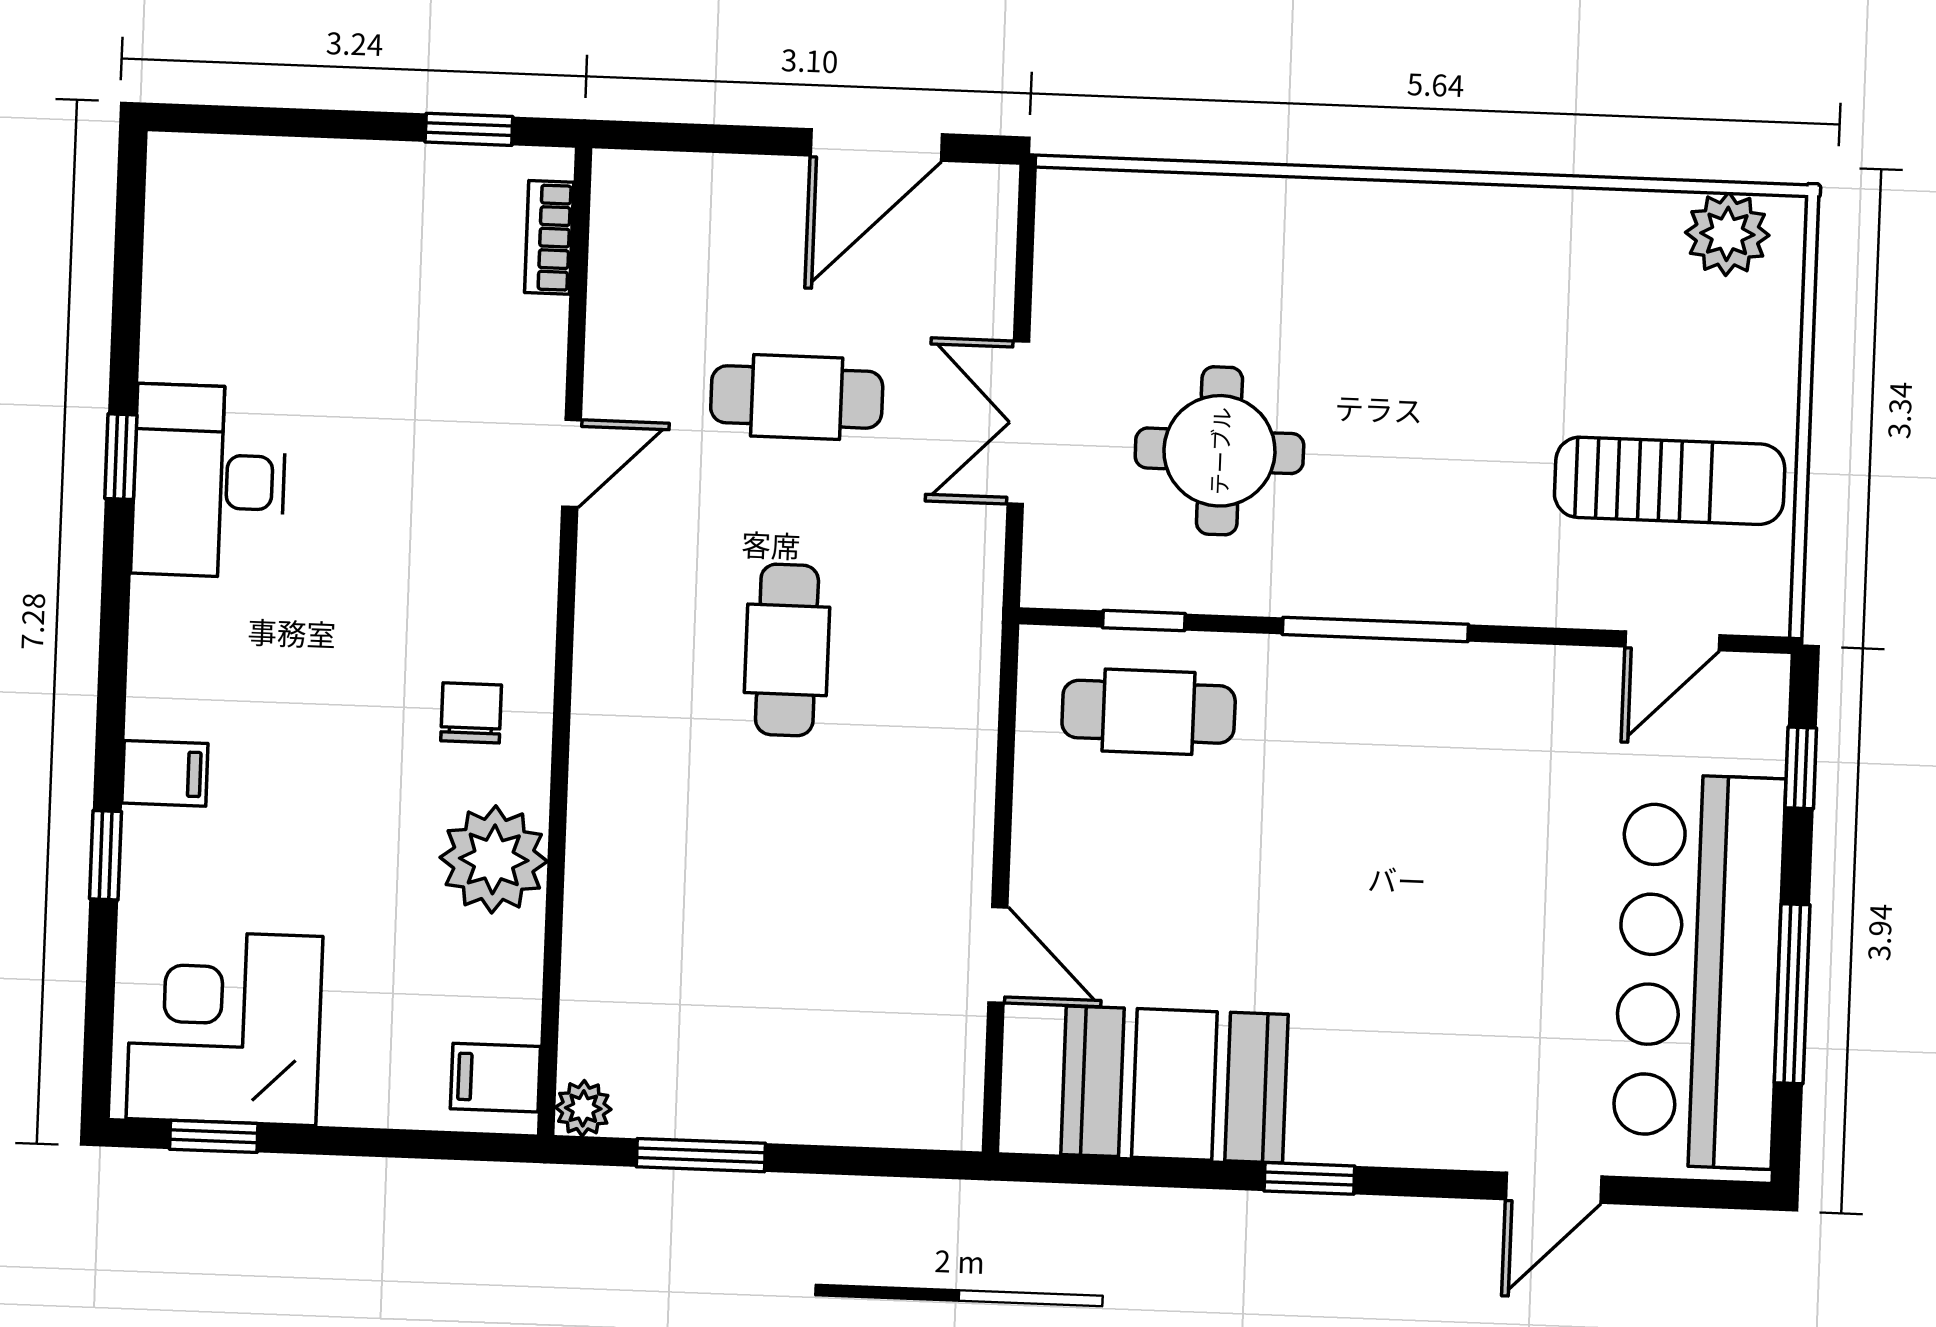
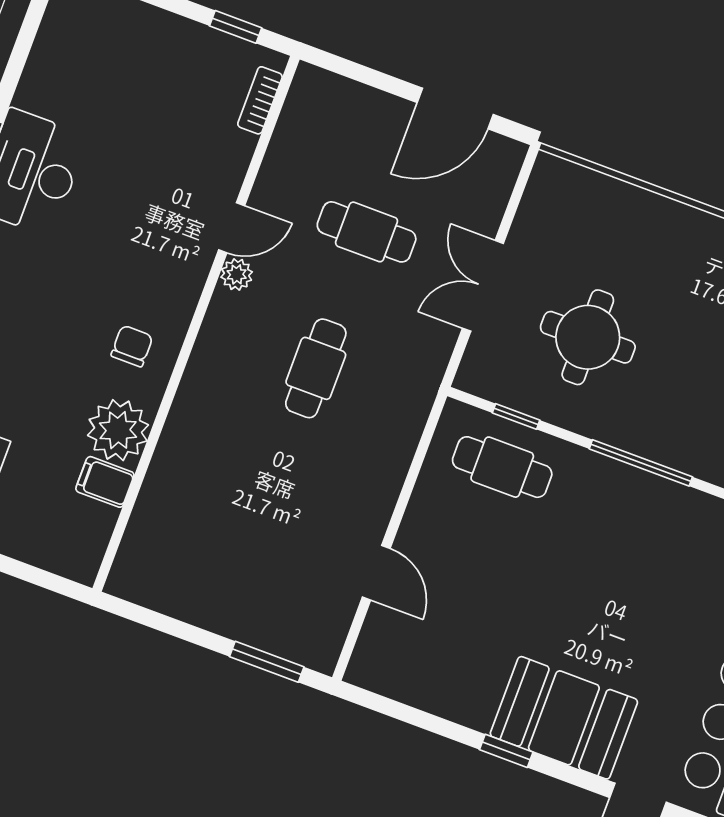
filing cabinet: (495, 1078) -> (105, 482), moved
booth: (1174, 1084) -> (564, 718), moved
plant: (583, 1108) -> (237, 274), moved
window: (701, 1155) -> (267, 662), moved

